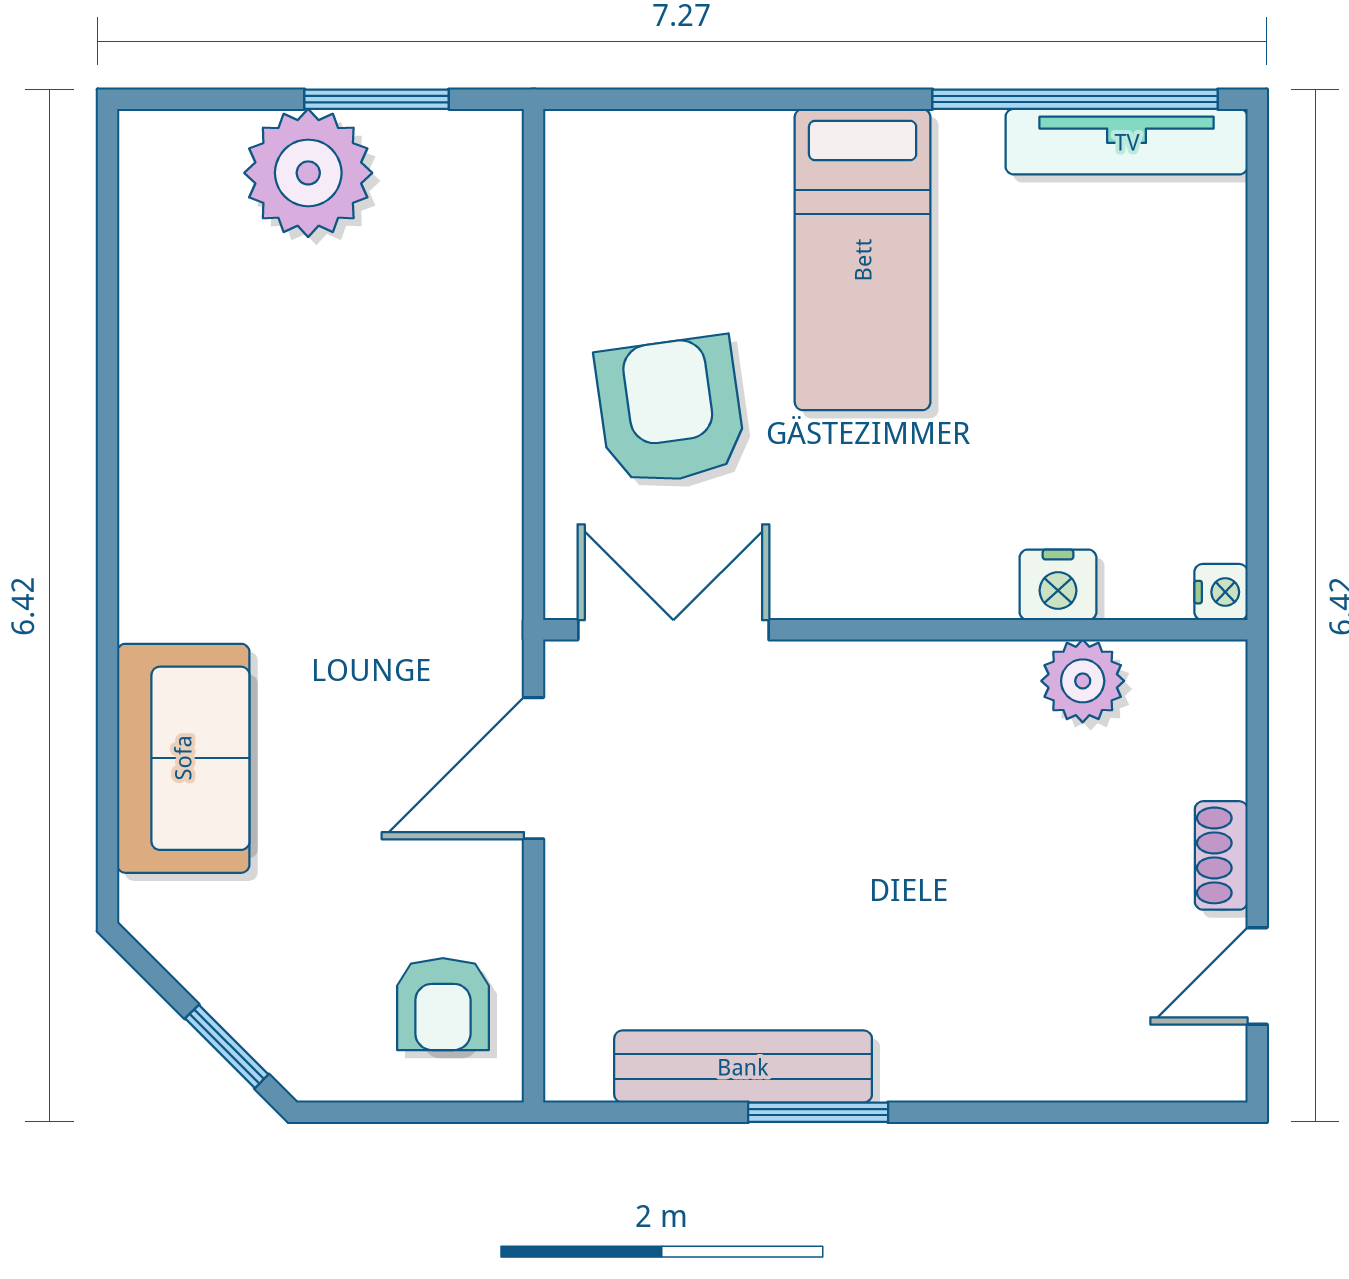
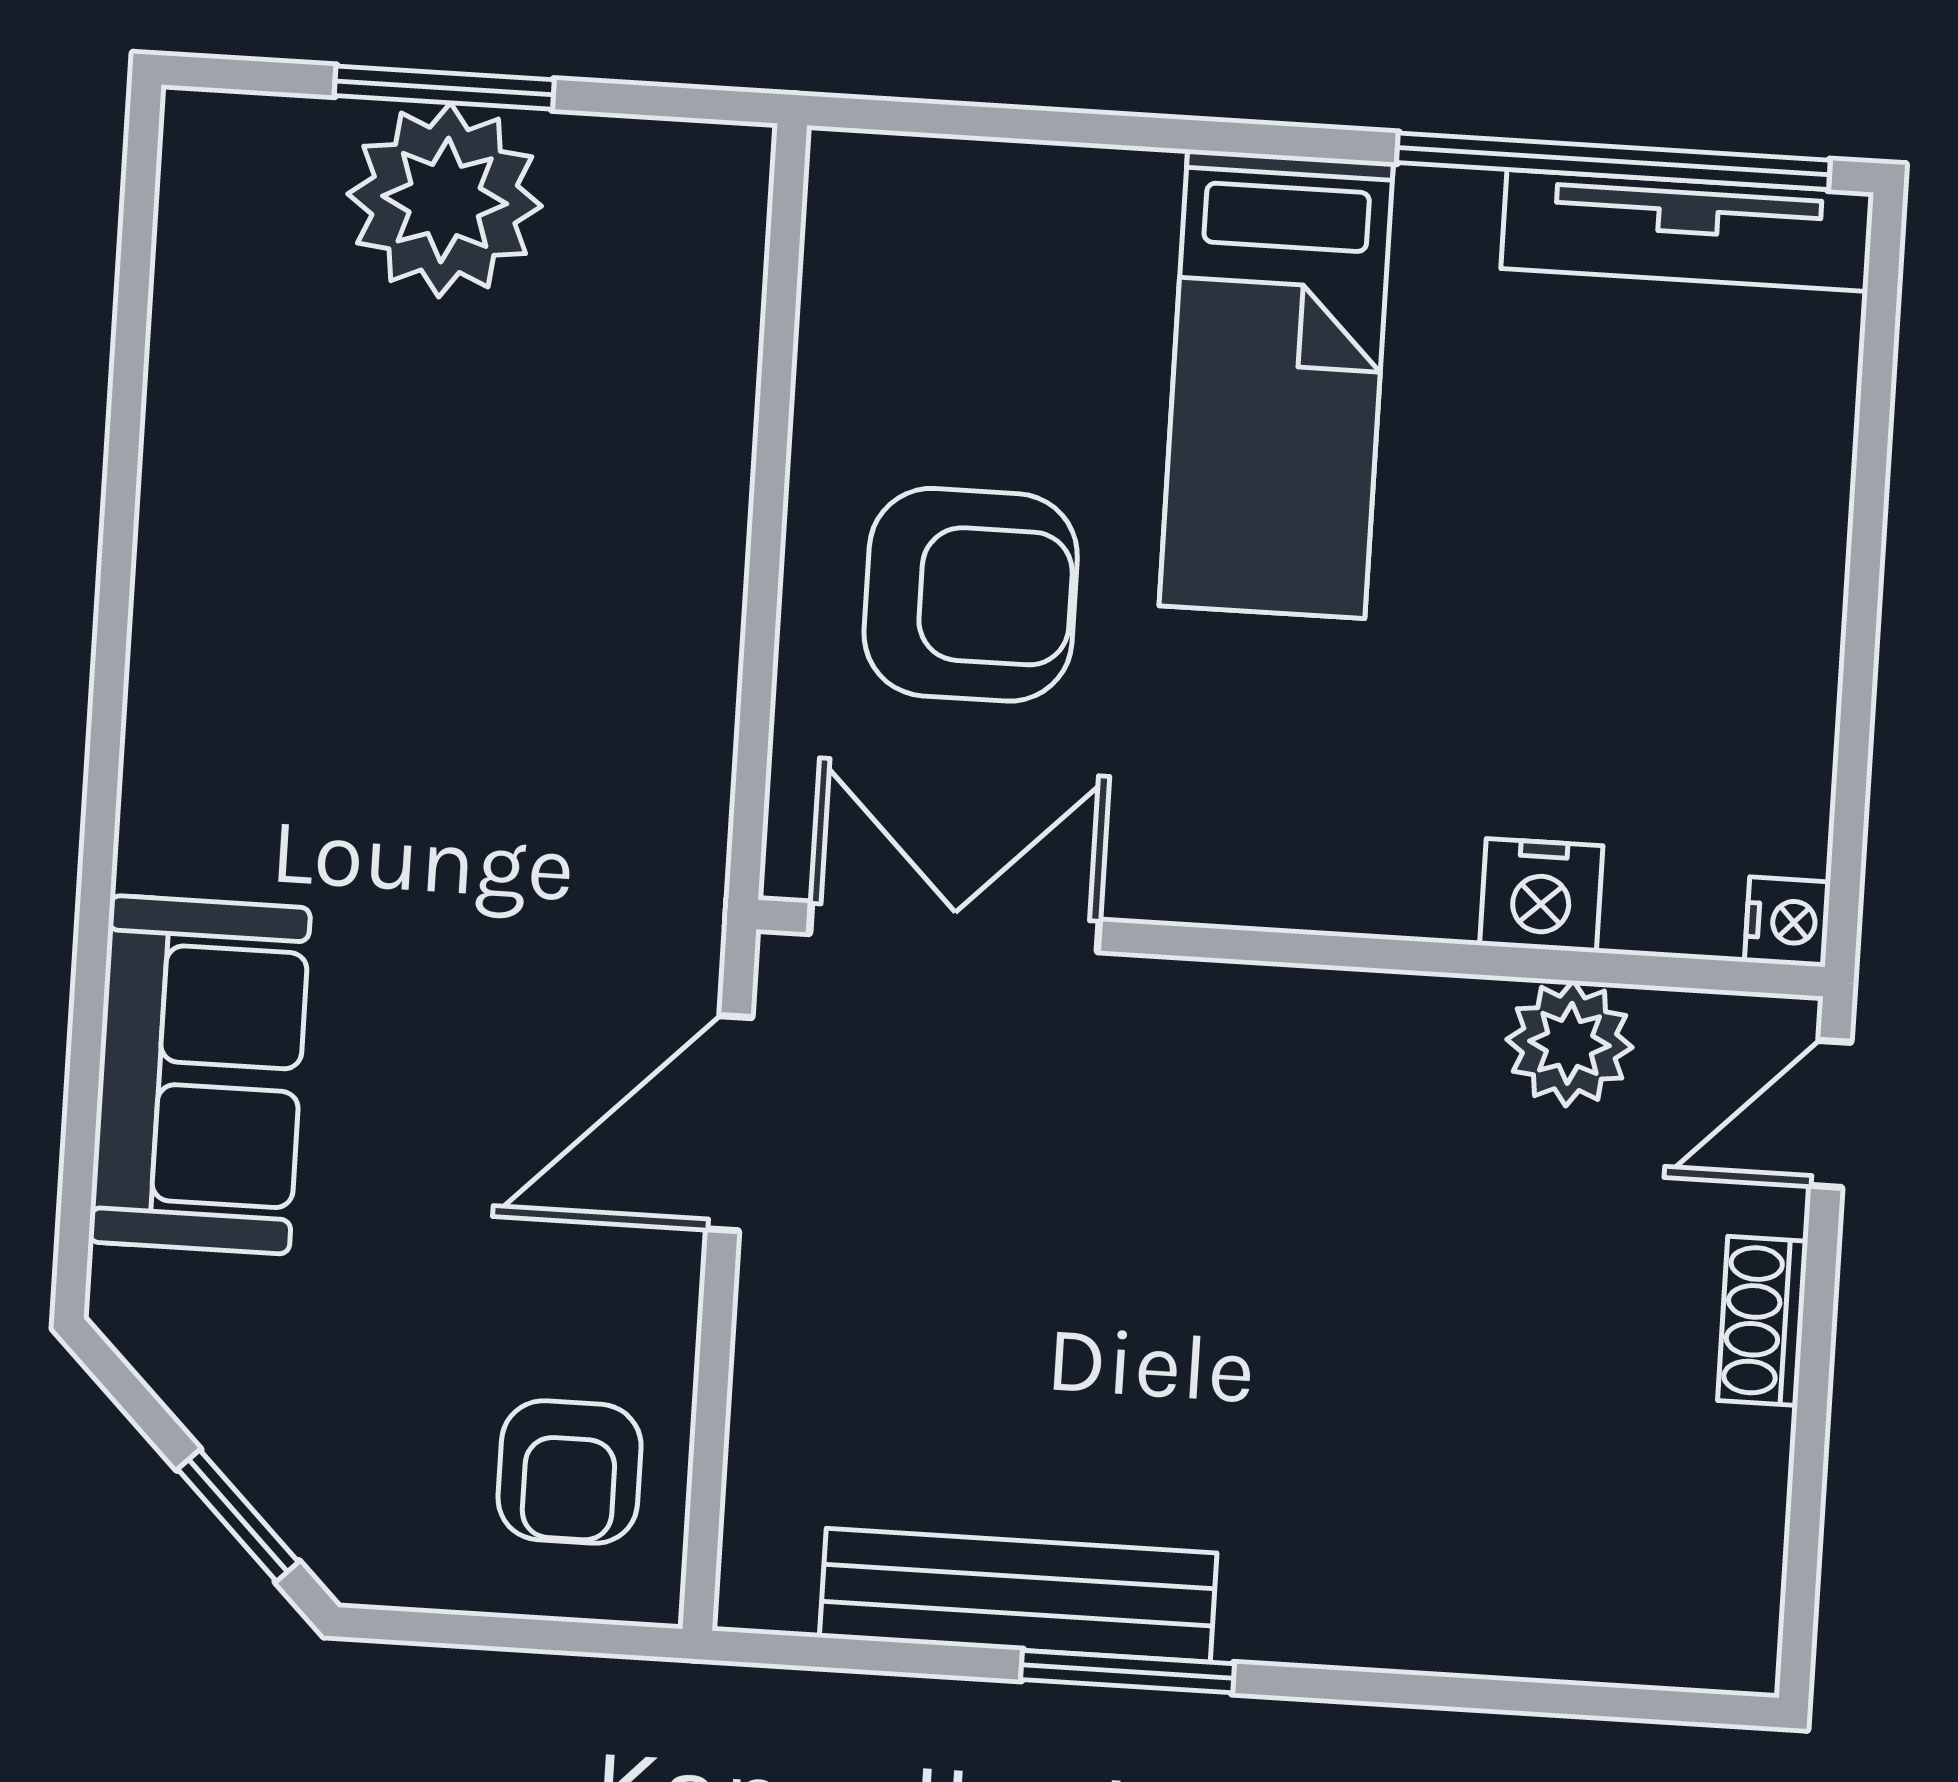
window: (377, 99) -> (444, 88), moved
armchair: (670, 411) -> (971, 595), turned 98
door: (1257, 976) -> (1830, 1114), moved

